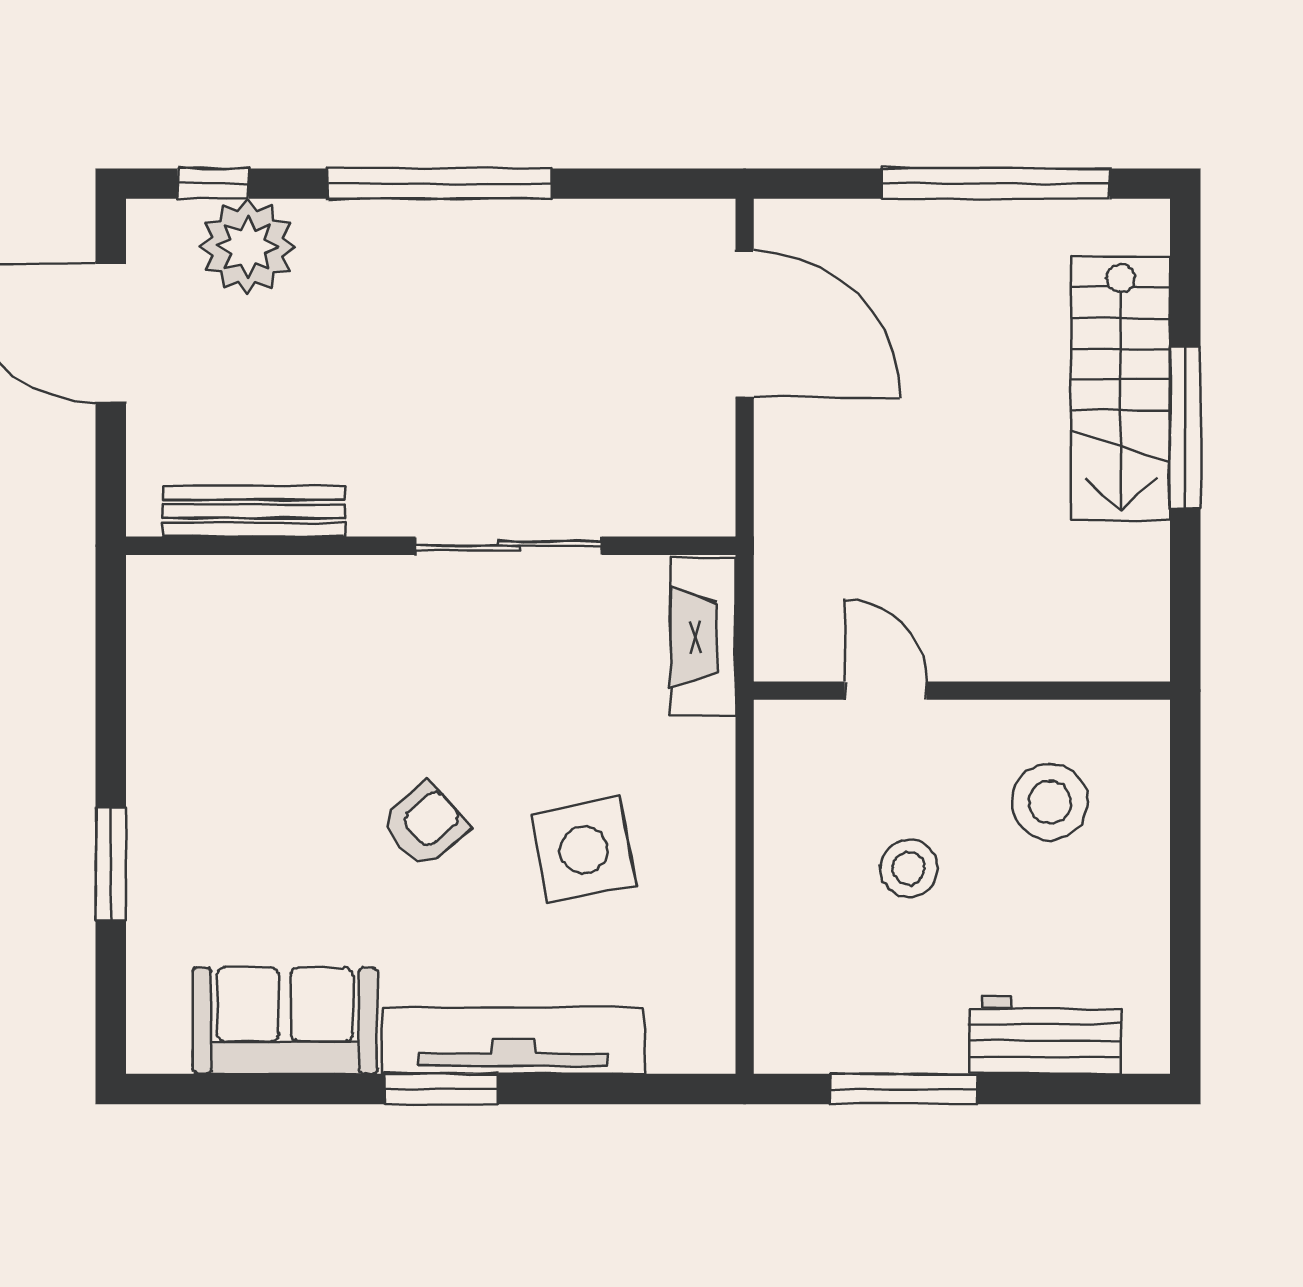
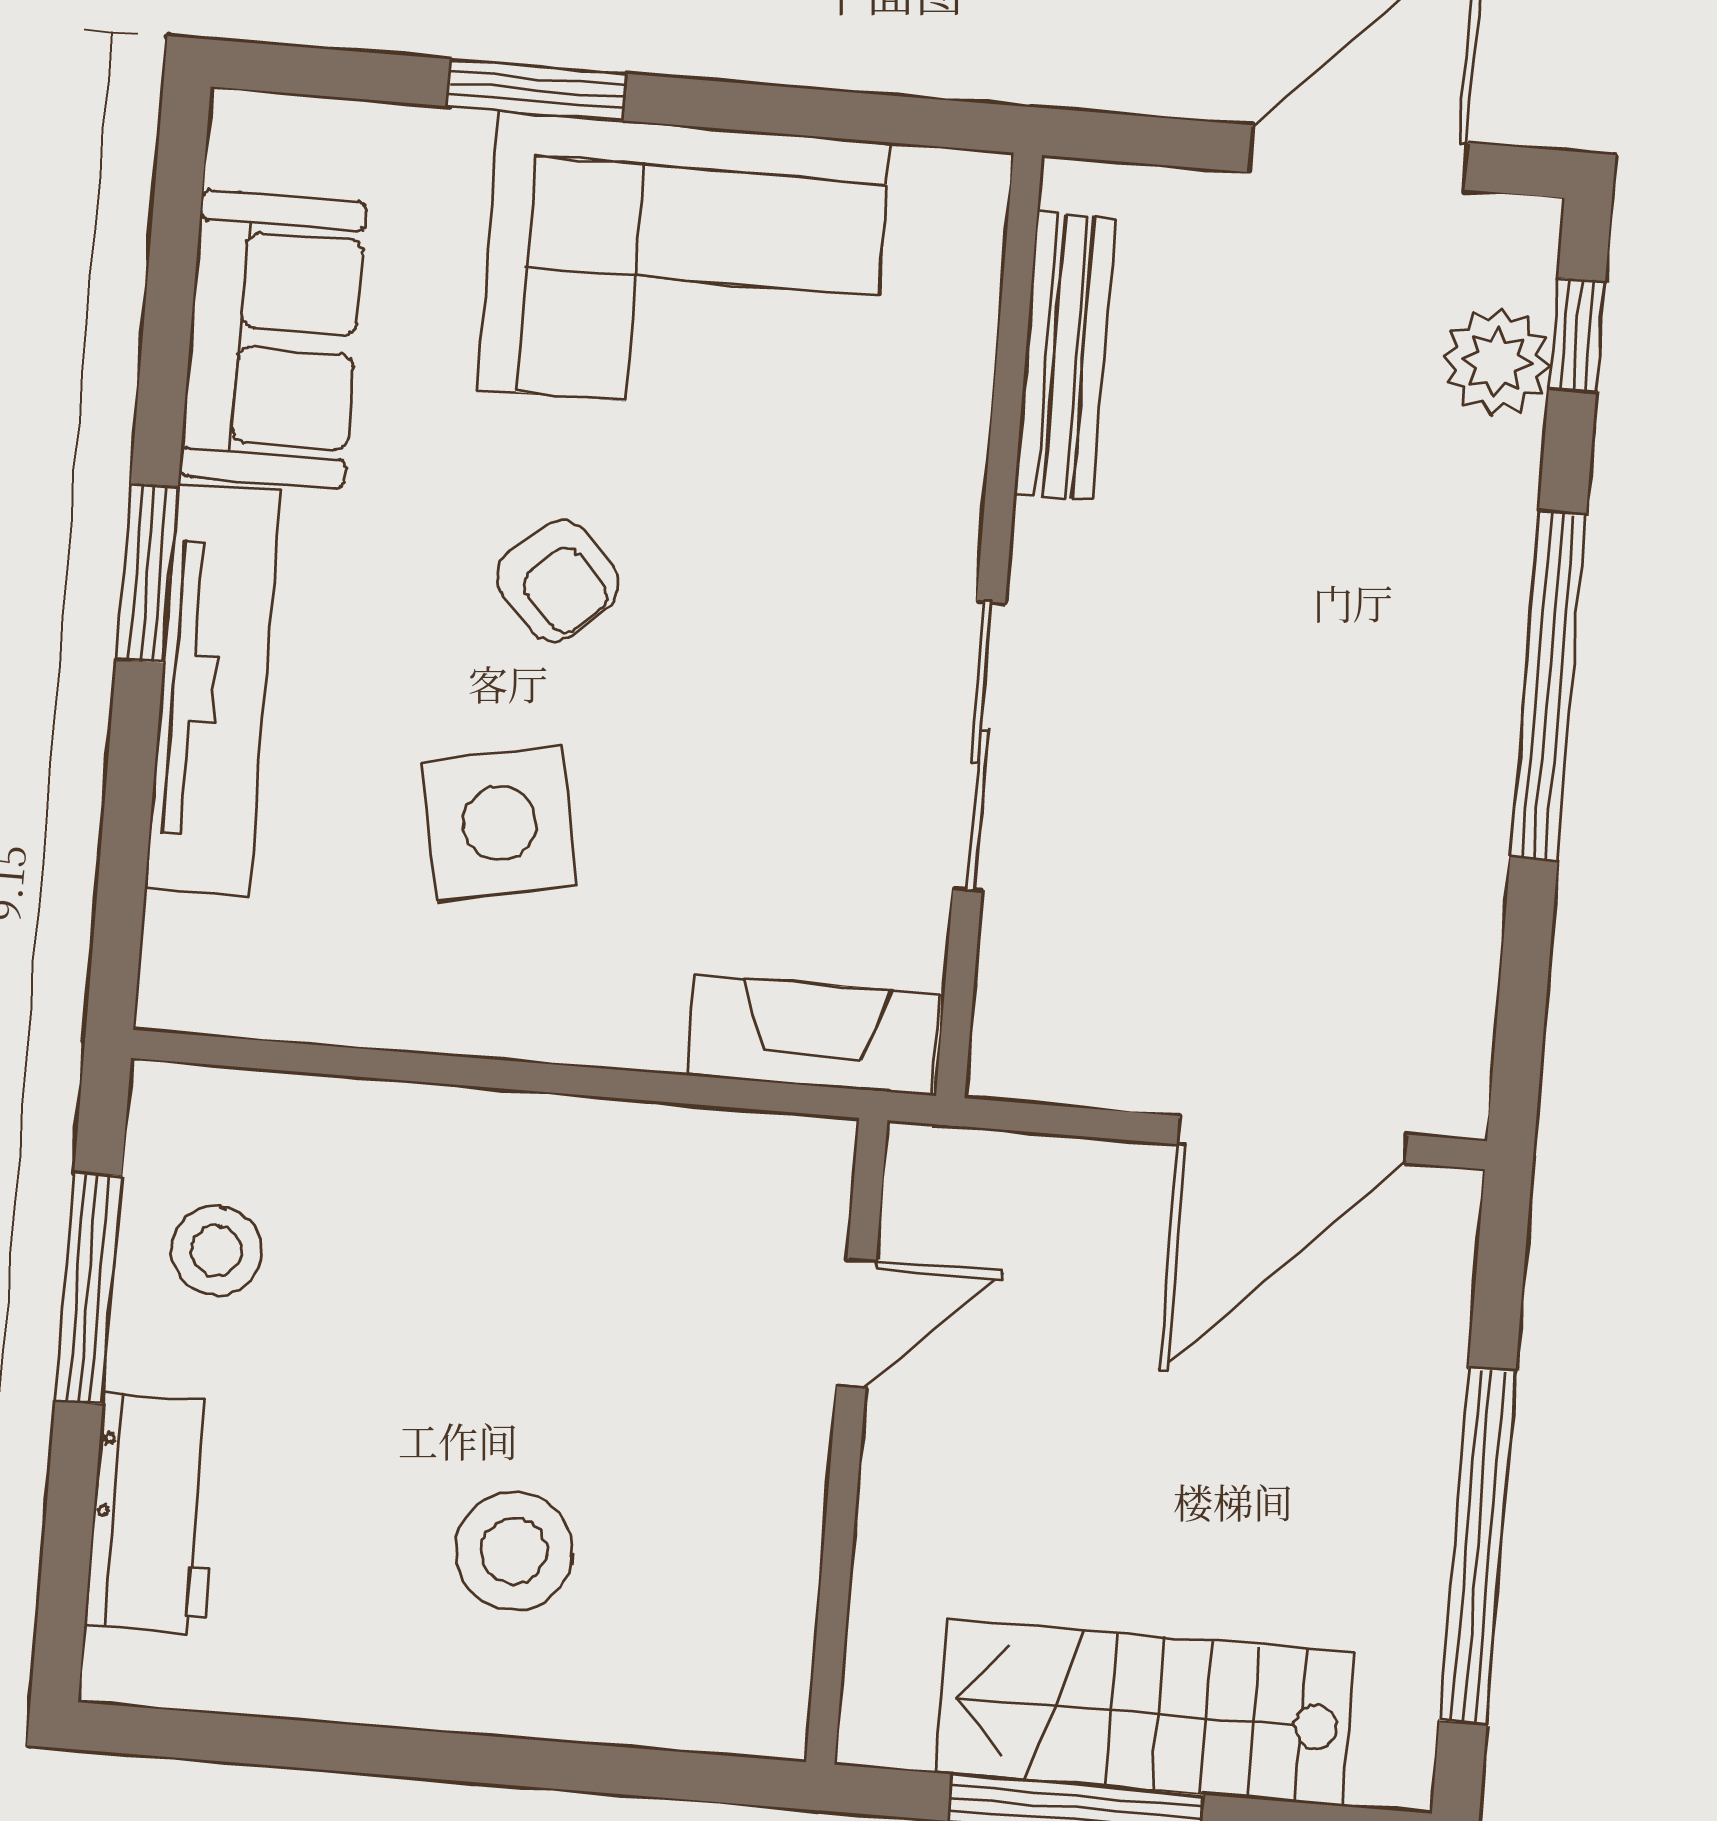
plant: (247, 247) -> (1496, 362), width x0.73, depth x0.73
door: (886, 691) -> (856, 1323), moved
wall: (962, 691) -> (847, 1441), moved
corner sofa: (216, 761) -> (684, 266), added
stool: (909, 868) -> (217, 1251), moved

